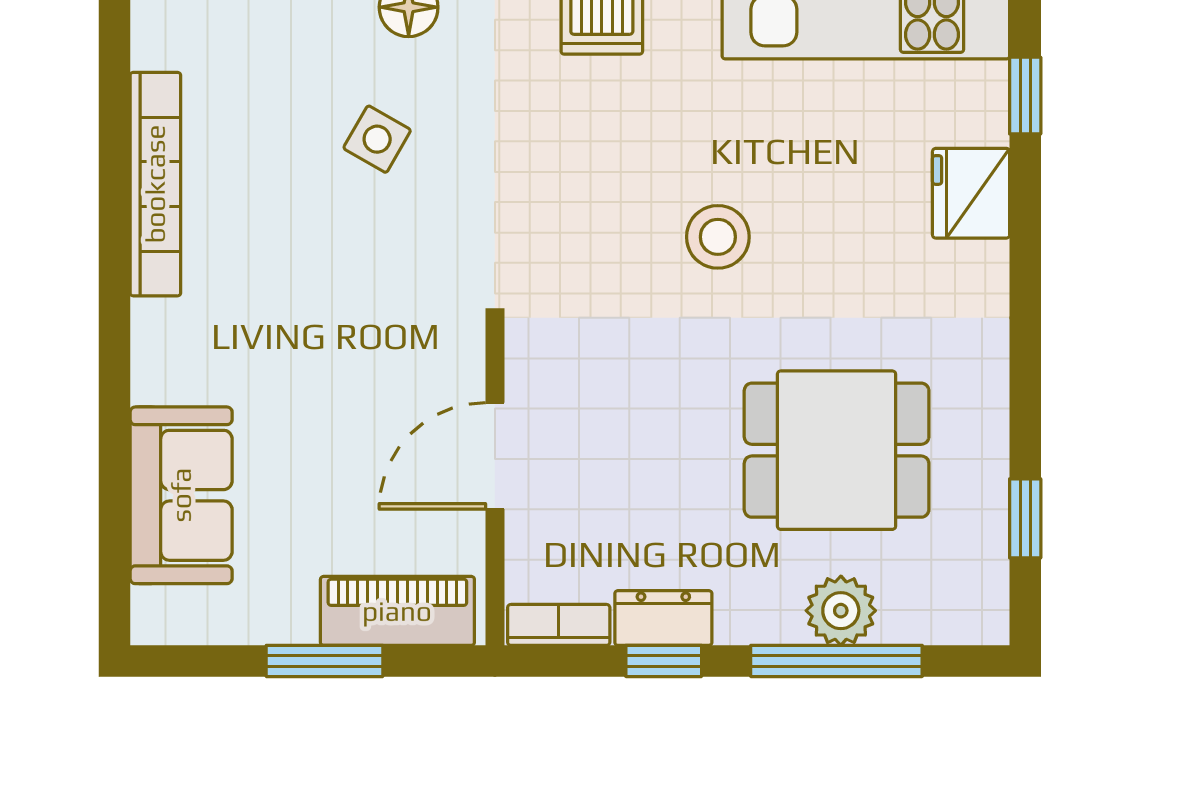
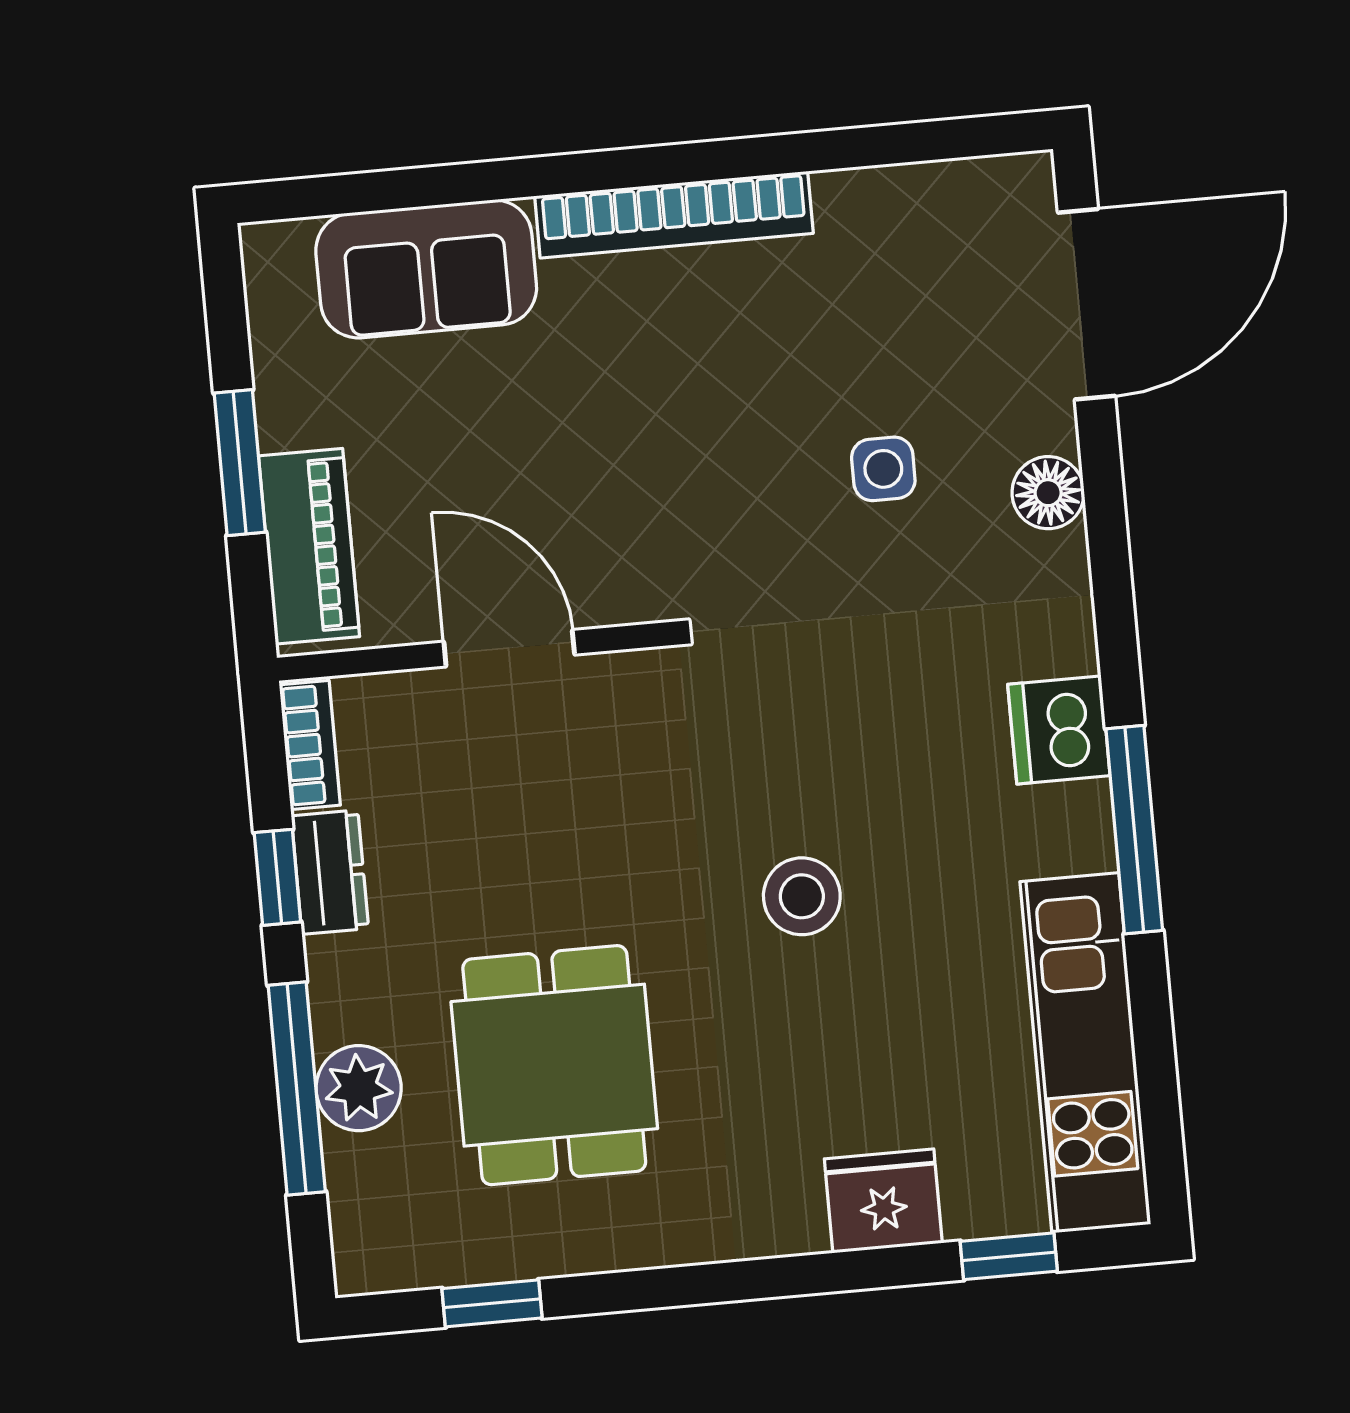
side table: (377, 139) -> (883, 469), turned -30
bookcase: (155, 184) -> (674, 215), moved

